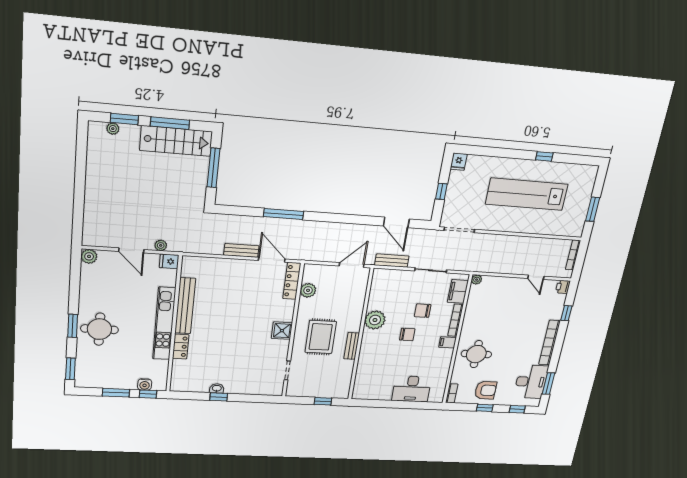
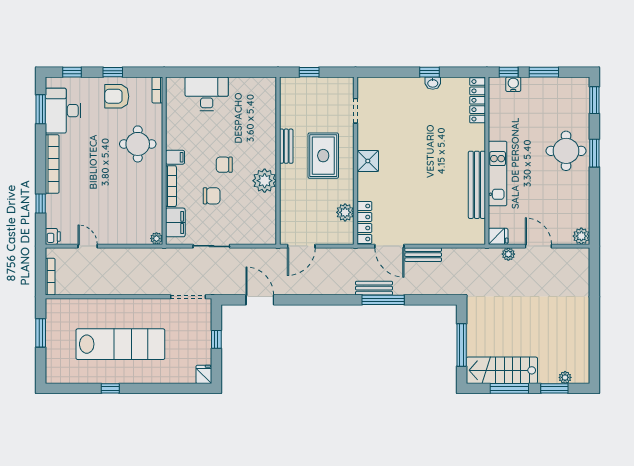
bench: (392, 261) -> (374, 288), moved
kitchen unit: (164, 324) -> (498, 173), width x0.73
locker: (181, 347) -> (478, 100), moved, width x1.53

